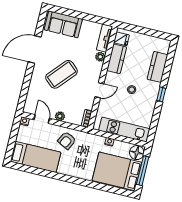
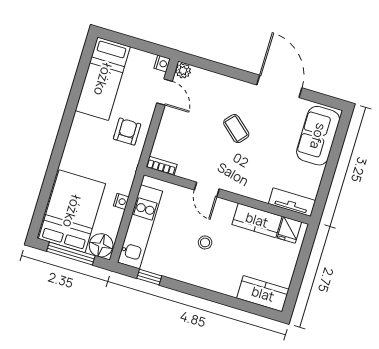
plant: (100, 57) -> (262, 194), removed
kitchen counter: (158, 67) -> (263, 294), moved
coffee table: (62, 74) -> (236, 129), width x0.54, depth x0.58
window: (161, 94) -> (149, 277), moved
plant: (60, 116) -> (183, 71), moved
door: (42, 119) -> (164, 92), hinge flipped
armchair: (67, 140) -> (127, 132), turned 63

